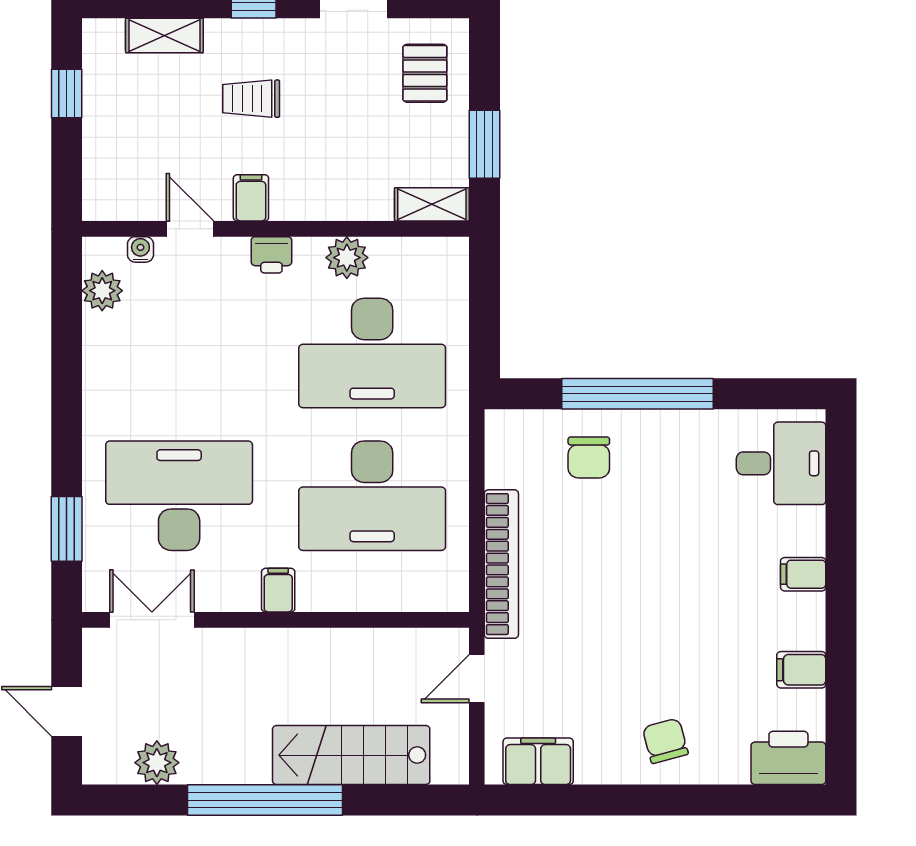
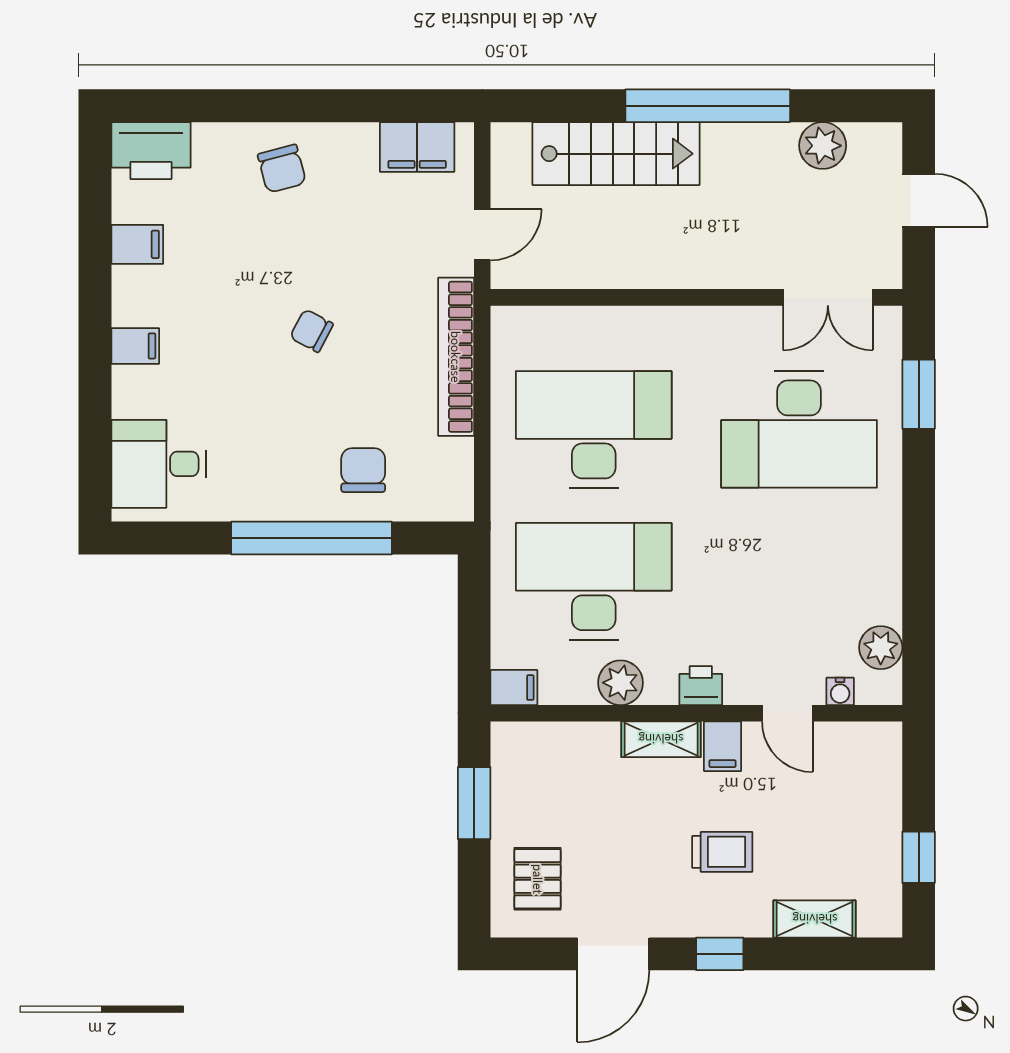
shelving: (432, 204) -> (661, 739), moved
chair: (637, 589) -> (311, 331), added
filing cabinet: (278, 590) -> (514, 688), moved, turned -90

